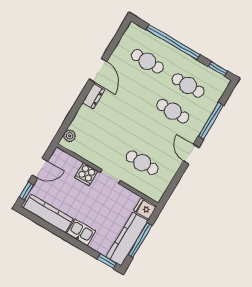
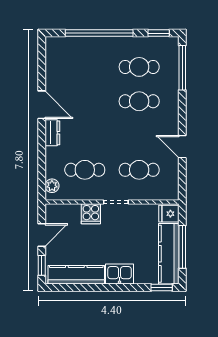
cafe table: (147, 61) -> (85, 170), moved
window: (211, 121) -> (182, 68), moved
door: (191, 154) -> (182, 147), moved

